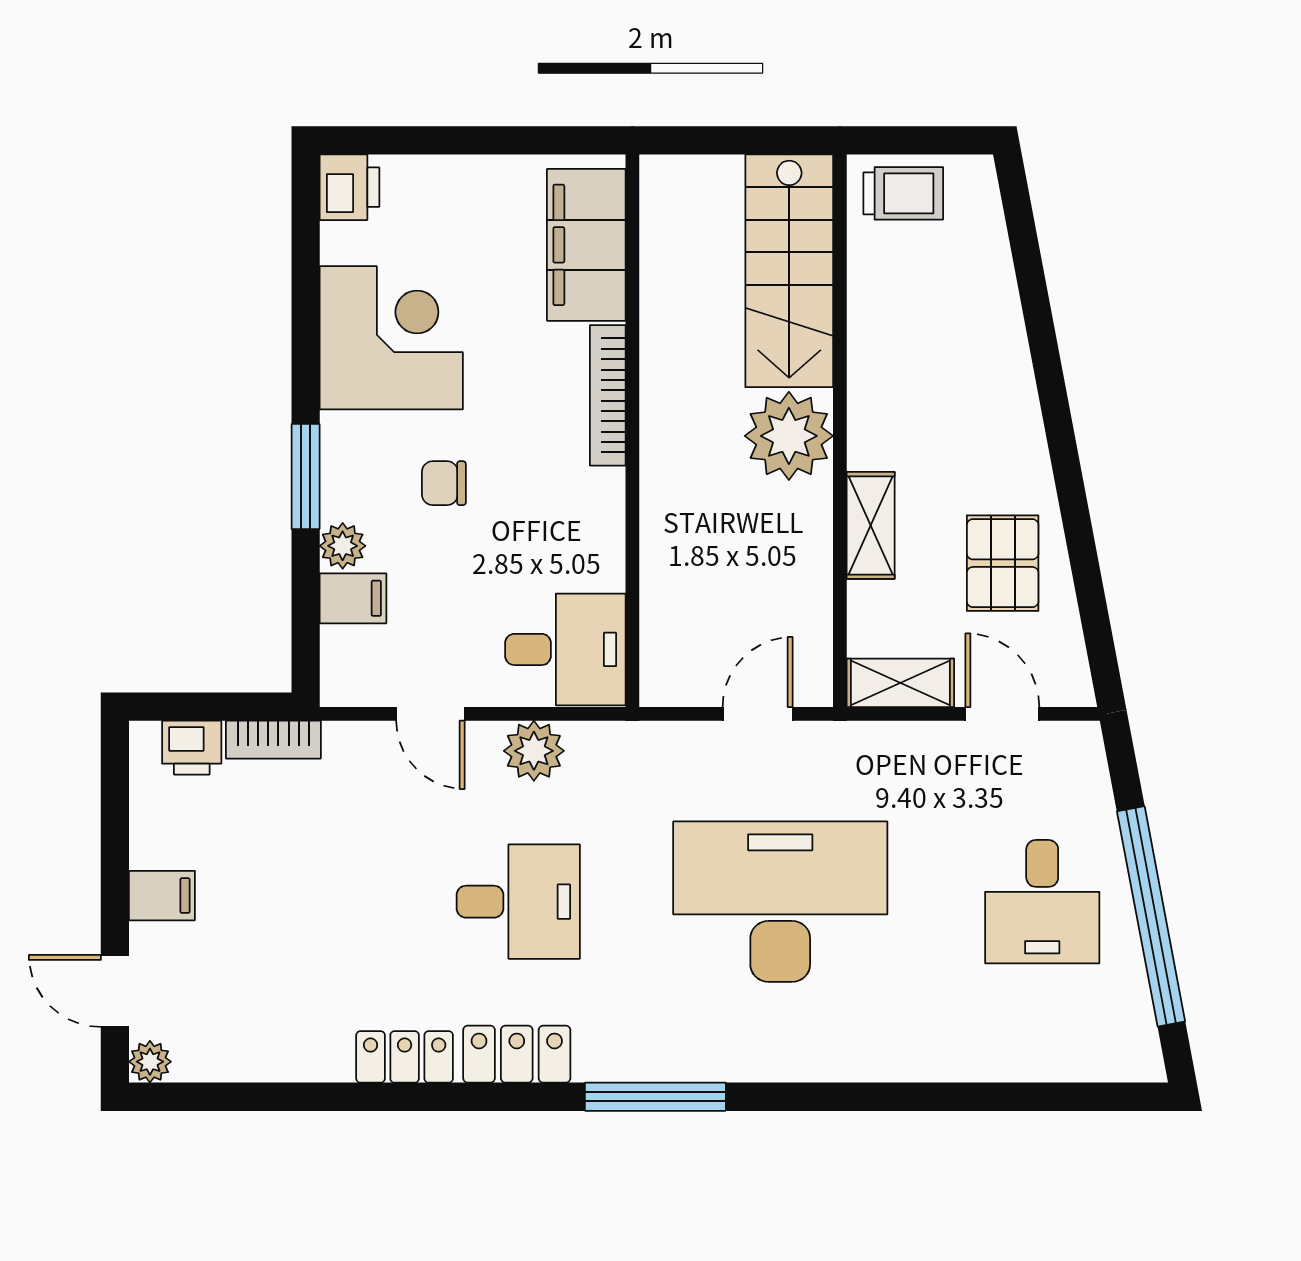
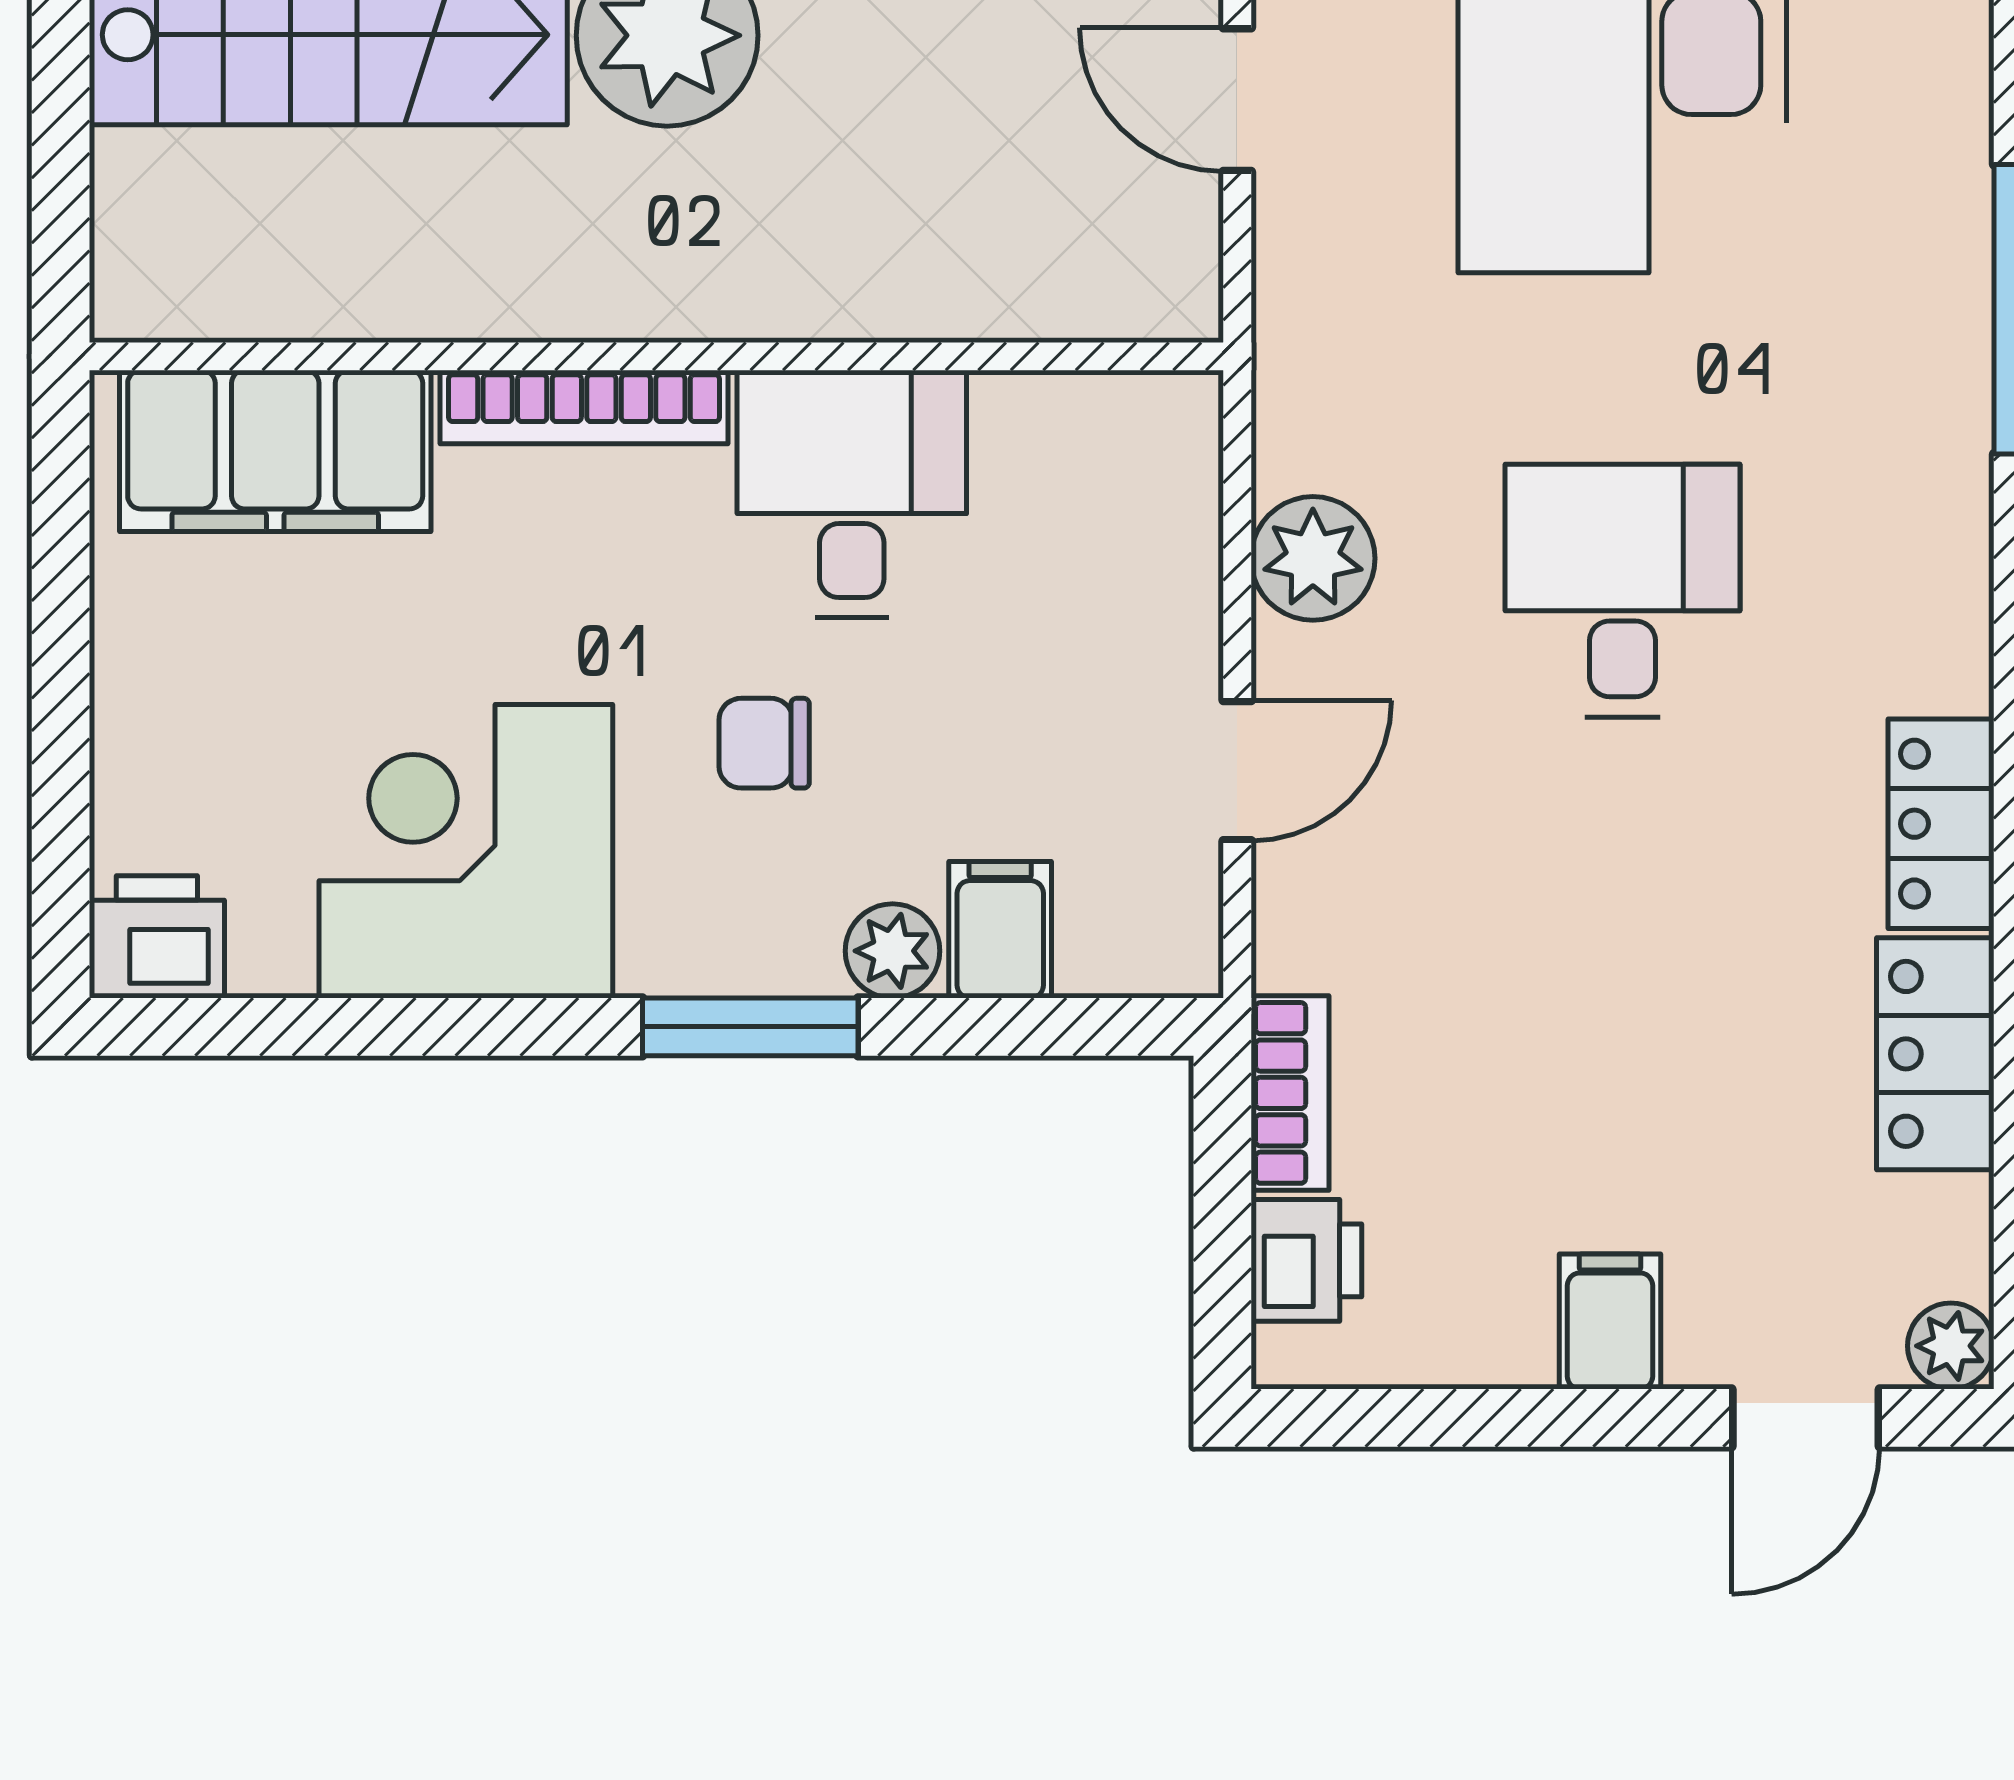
chair: (444, 483) -> (764, 743), turned 90
desk: (565, 649) -> (852, 494), moved
locker: (517, 1054) -> (1935, 1054), moved

